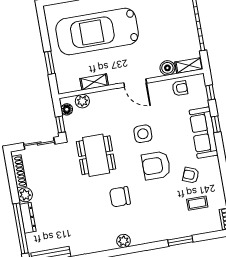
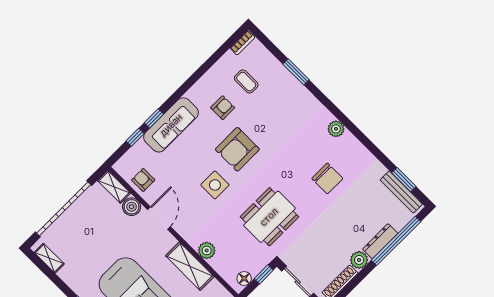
shelving: (94, 82) -> (190, 266), width x1.50, depth x1.33
door: (135, 83) -> (159, 218), moved
window: (210, 92) -> (135, 137), moved
plant: (82, 101) -> (207, 250), moved
armchair: (156, 165) -> (237, 149), turned 90
armchair: (191, 175) -> (223, 108), turned -112
chair: (120, 197) -> (327, 178), moved

